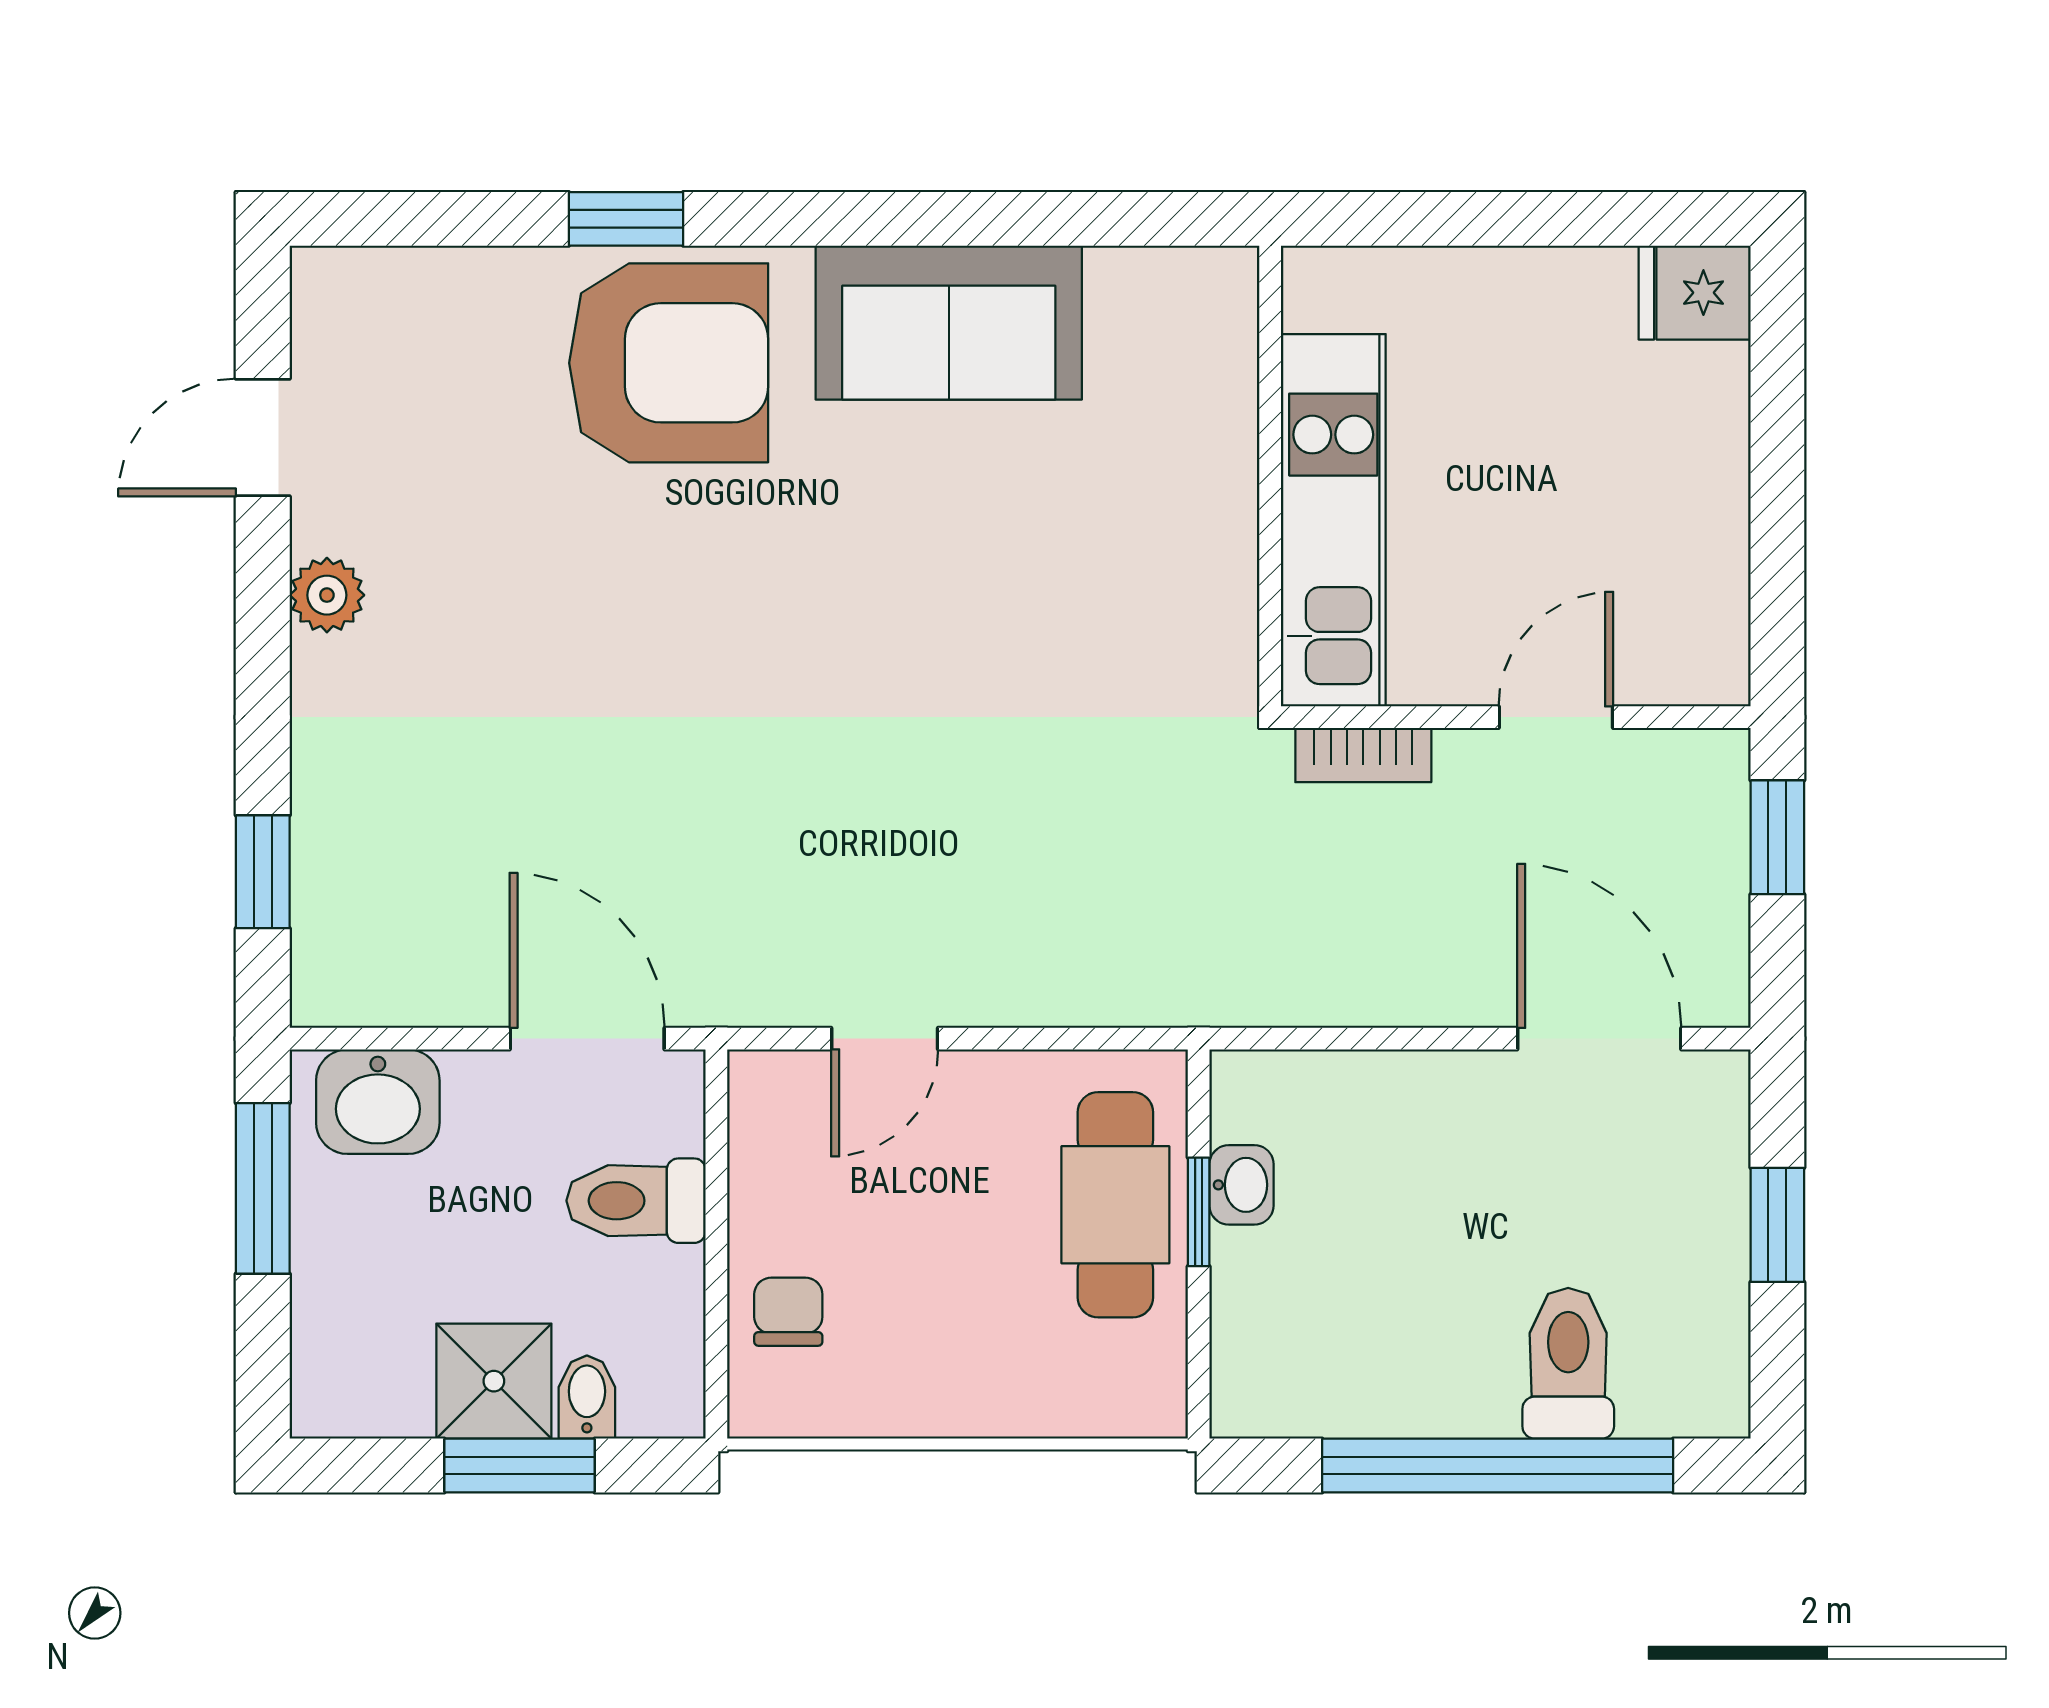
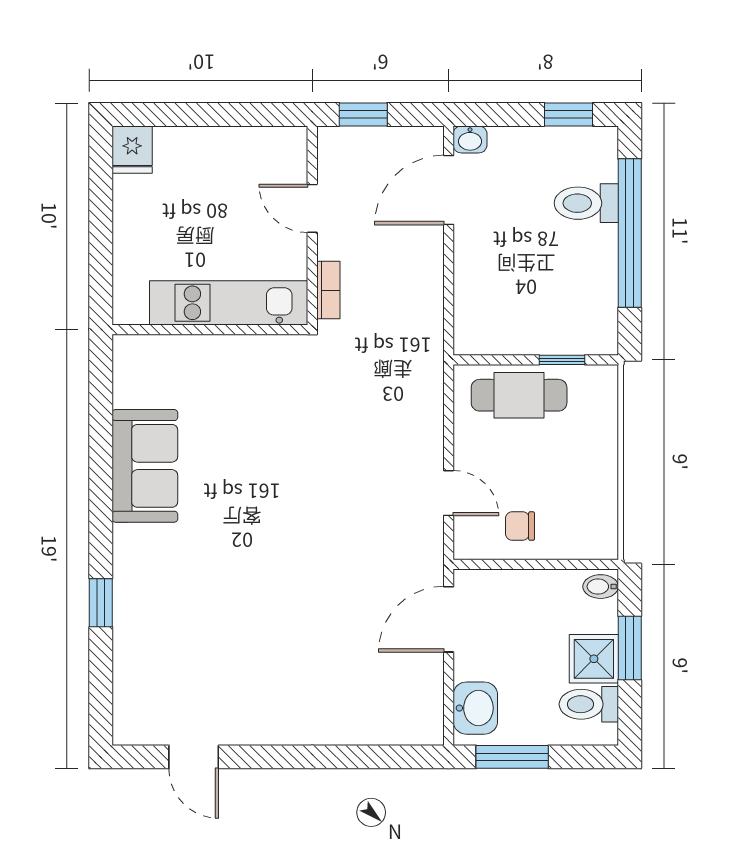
armchair: (669, 363) -> (162, 585), removed
plant: (327, 595) -> (260, 730), removed
window: (263, 872) -> (378, 757), removed
washbasin: (1242, 1185) -> (470, 139), moved, turned 180
toilet: (636, 1201) -> (589, 704), moved, turned 90
window: (1199, 1212) -> (562, 360), moved
window: (1777, 1225) -> (568, 114), moved
chair: (788, 1312) -> (520, 526), moved
bidet: (587, 1397) -> (601, 587), moved

